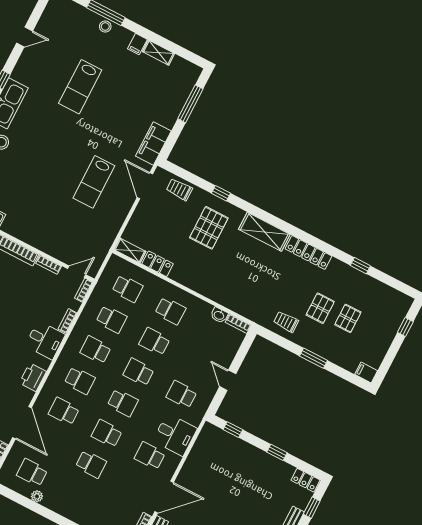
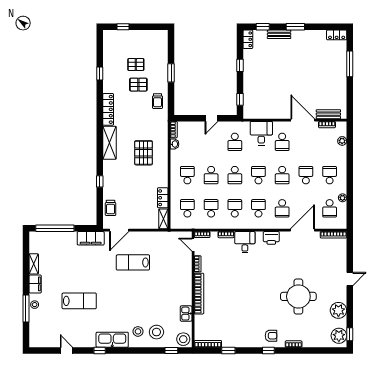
filing cabinet: (137, 44) -> (35, 284), width x2.00
window: (190, 104) -> (55, 228), width x1.46
lab bench: (94, 182) -> (133, 262), turned 180
pallet: (209, 228) -> (144, 153), moved, turned 90
school desk: (96, 350) -> (235, 208), turned 180
filing cabinet: (366, 372) -> (163, 36), removed
school desk: (75, 495) -> (330, 175), added

